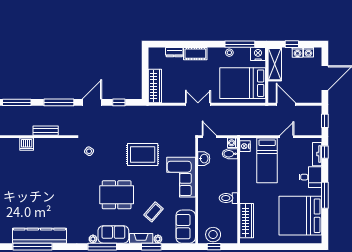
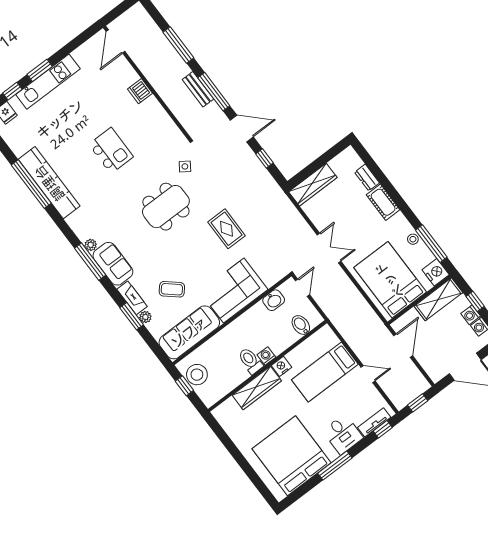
bench: (46, 131) -> (198, 89), moved
washing machine: (233, 143) -> (266, 356), moved
nightstand: (245, 146) -> (282, 366), moved
rug: (143, 154) -> (226, 229), width x0.73, depth x0.70
kitchen island: (48, 187) -> (111, 151), added
dining table: (117, 195) -> (166, 207), moved, turned 90
wardrobe: (247, 221) -> (257, 388), moved
sofa: (186, 227) -> (189, 332), width x1.36

